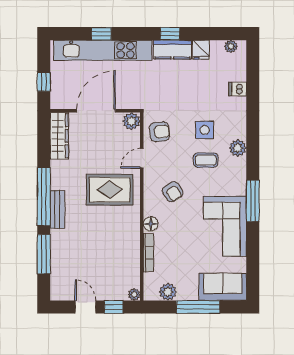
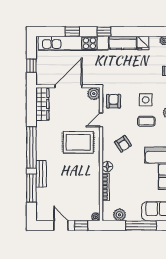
window: (170, 34) -> (104, 32), moved
armchair: (159, 132) -> (114, 101), turned -84
bench: (57, 209) -> (41, 174), moved

